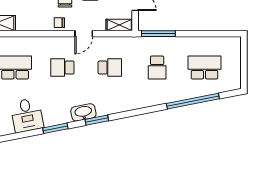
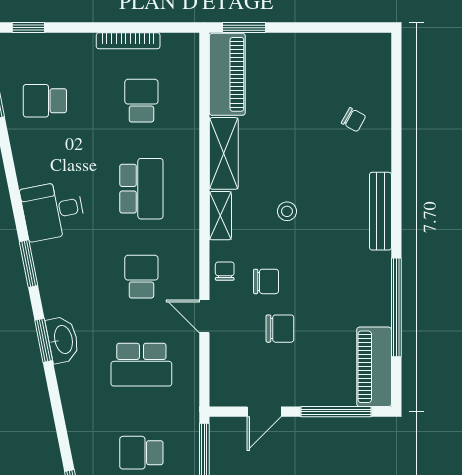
shelving: (119, 25) -> (220, 216), moved
school desk: (110, 68) -> (141, 365), width x1.85
washbasin: (83, 112) -> (63, 340), moved

